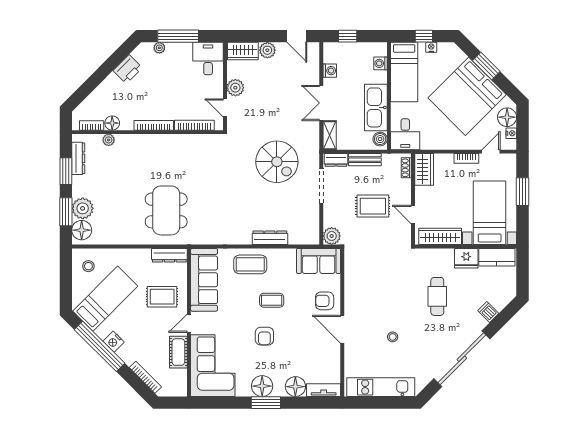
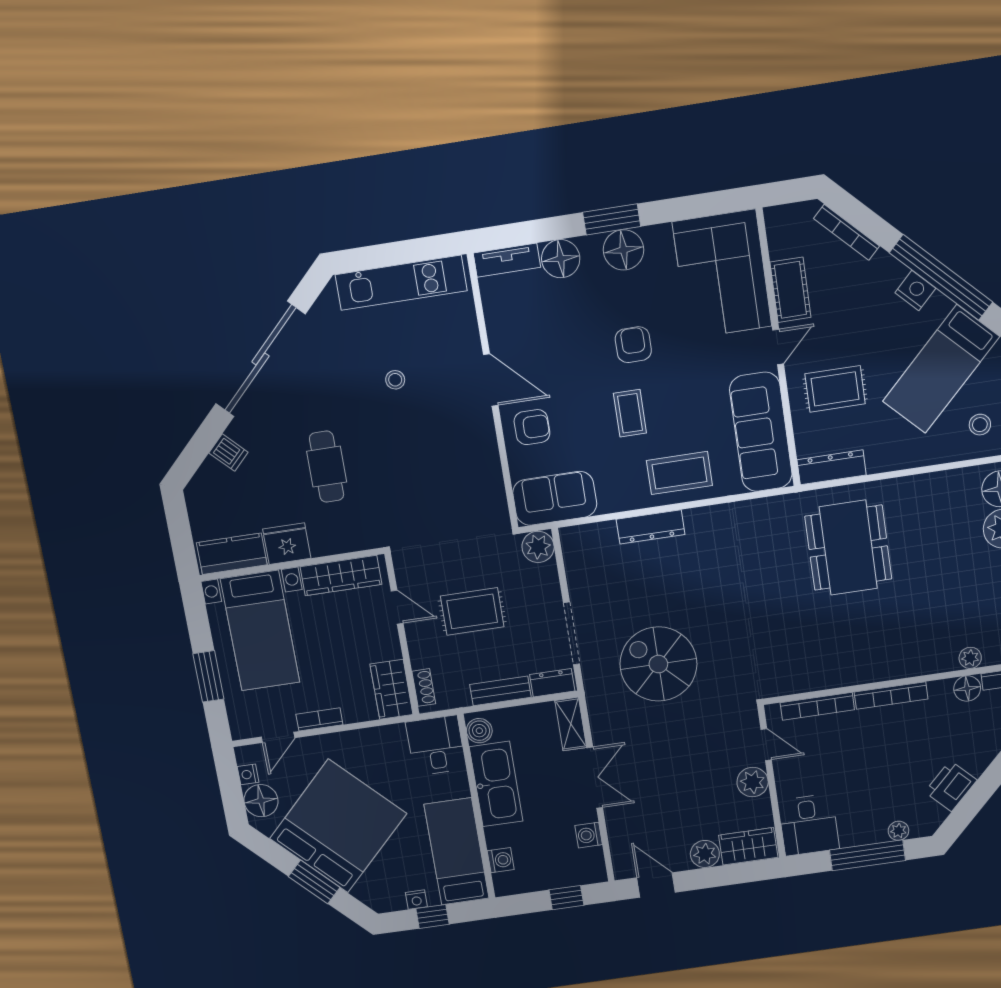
coffee table: (272, 300) -> (630, 413), turned 90

